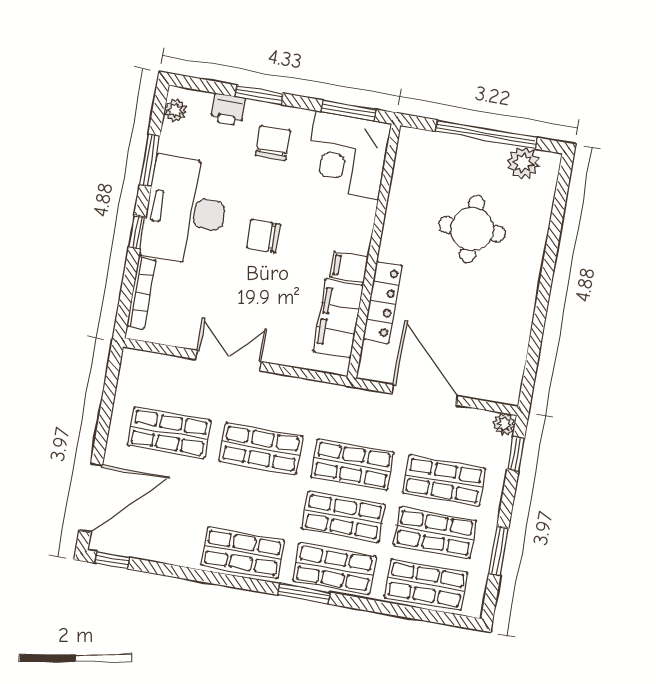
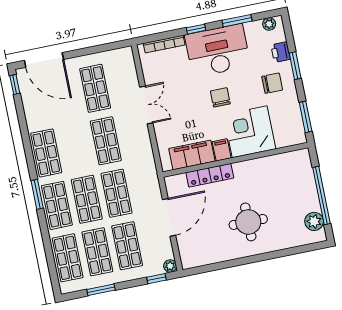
corner desk: (347, 155) -> (250, 132), moved
round table: (472, 229) -> (248, 222), moved

